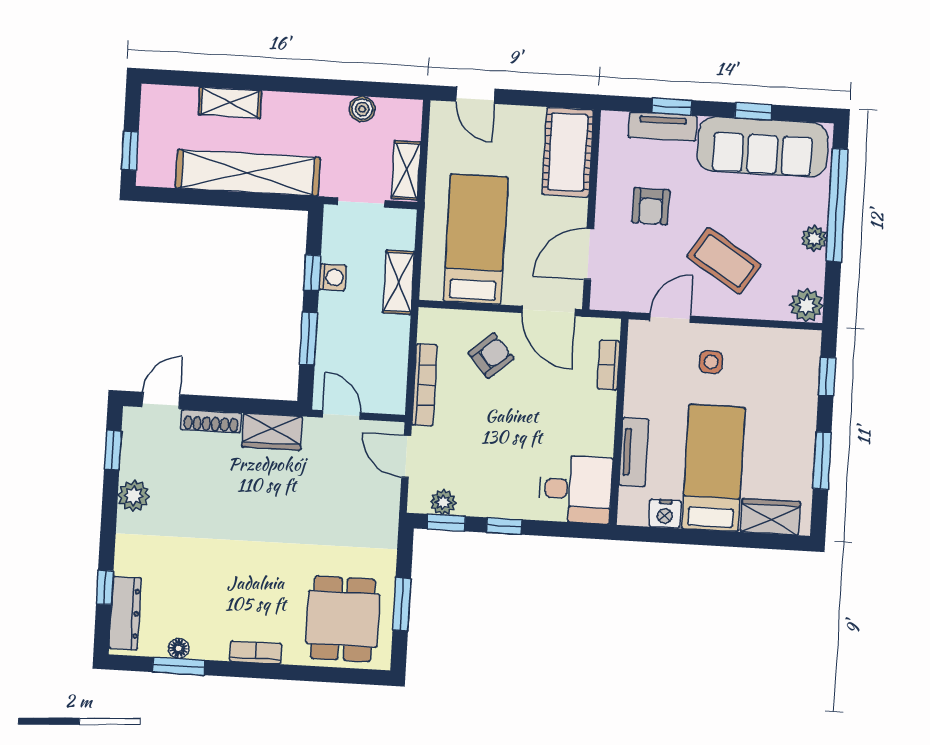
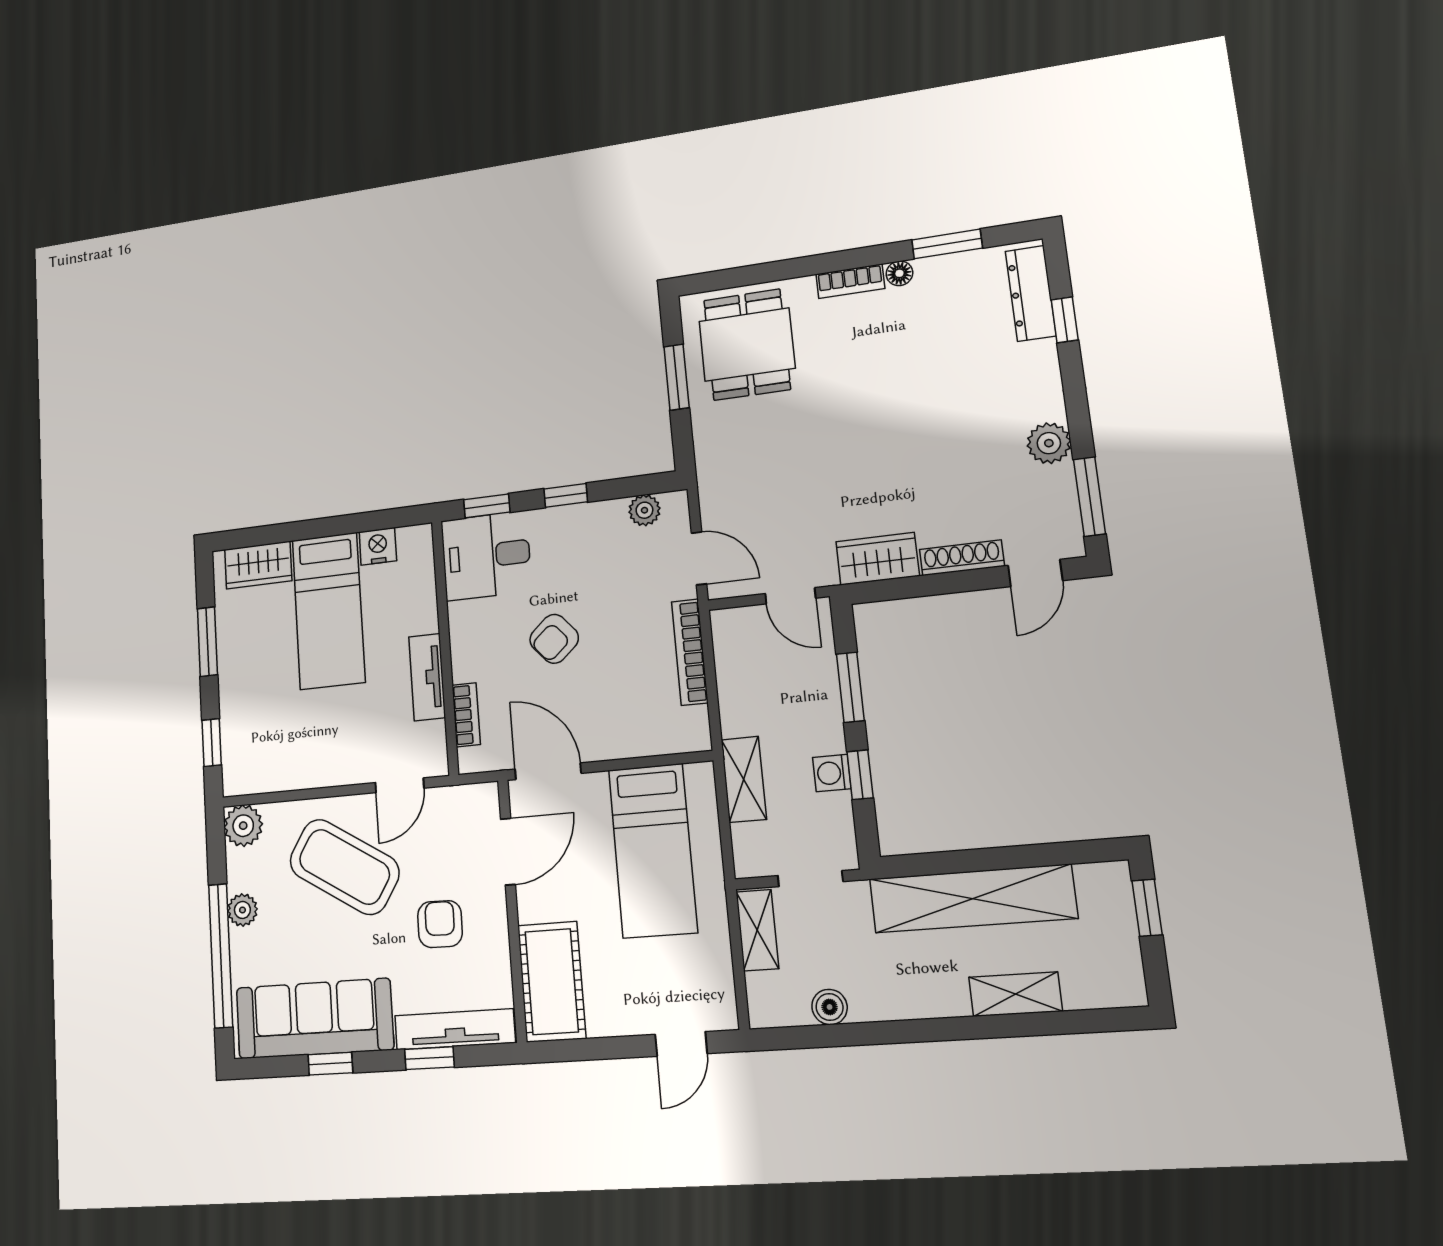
door: (475, 95) -> (681, 1044), swing flipped
tv unit: (663, 127) -> (455, 1029), width x1.41
coffee table: (724, 261) -> (344, 867), width x1.36, depth x1.32
armchair: (491, 356) -> (554, 639), moved
side table: (711, 362) -> (346, 738), removed
window: (113, 450) -> (1089, 497), width x1.50
tv unit: (634, 452) -> (427, 677), moved
window: (446, 523) -> (487, 506), moved
floor lamp: (179, 648) -> (899, 273), moved

